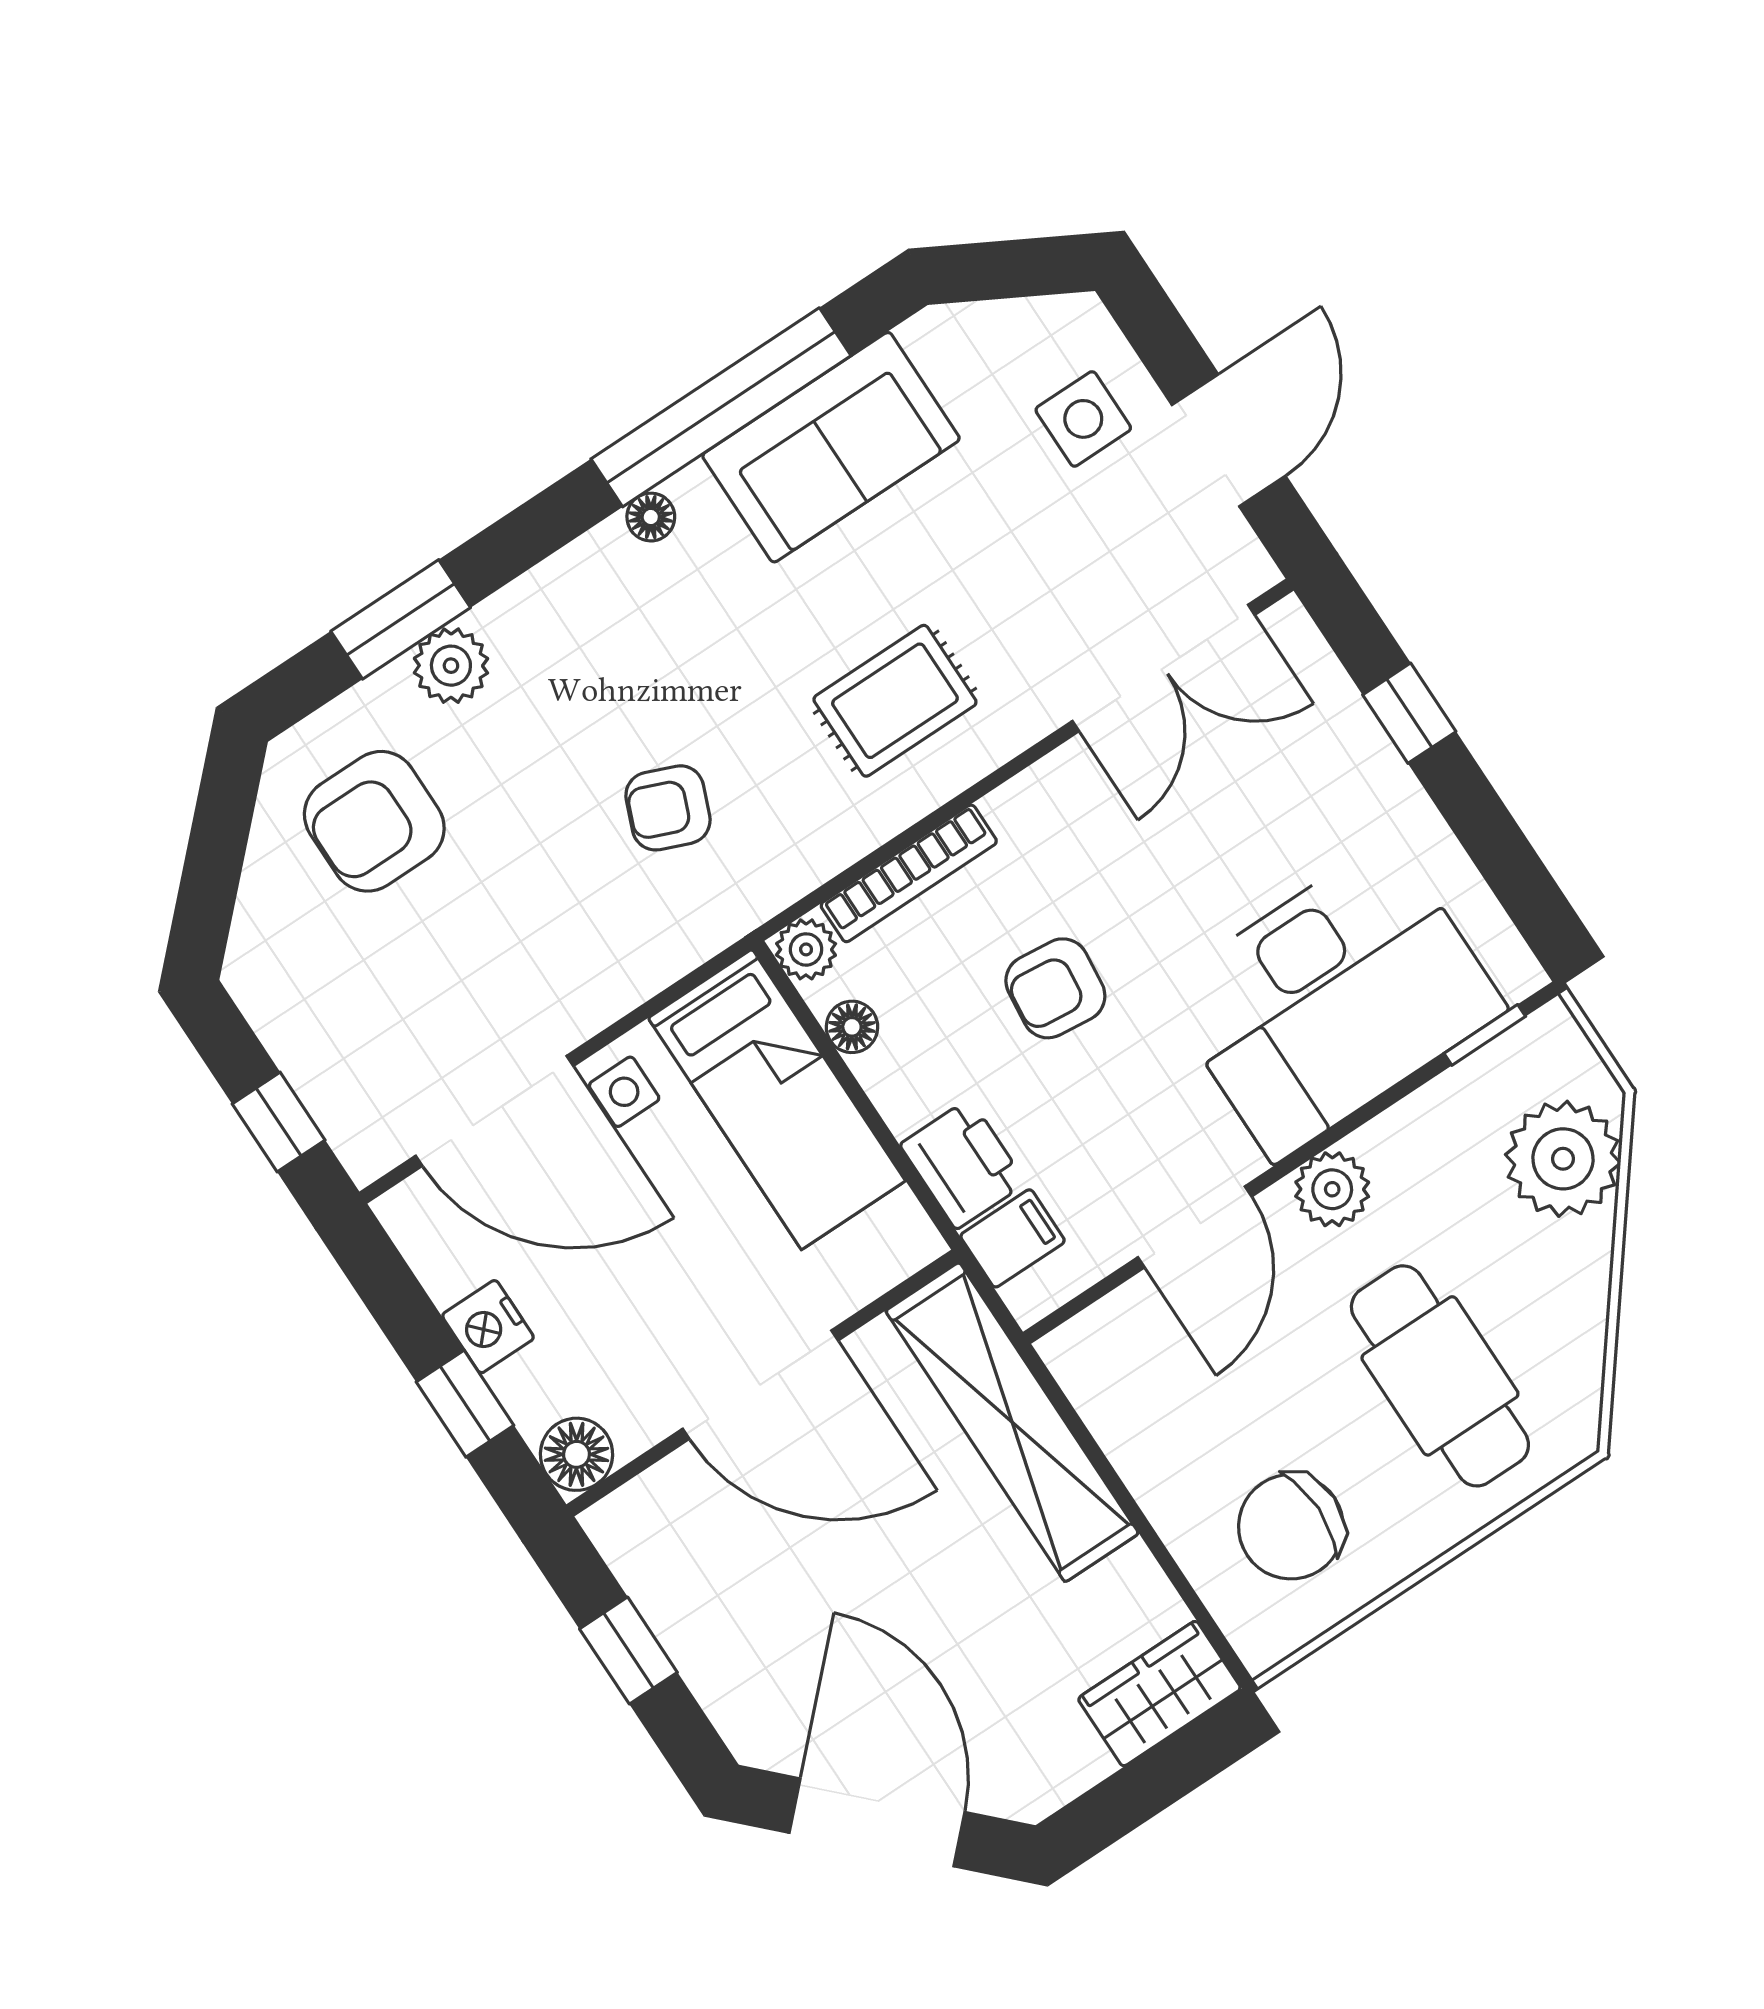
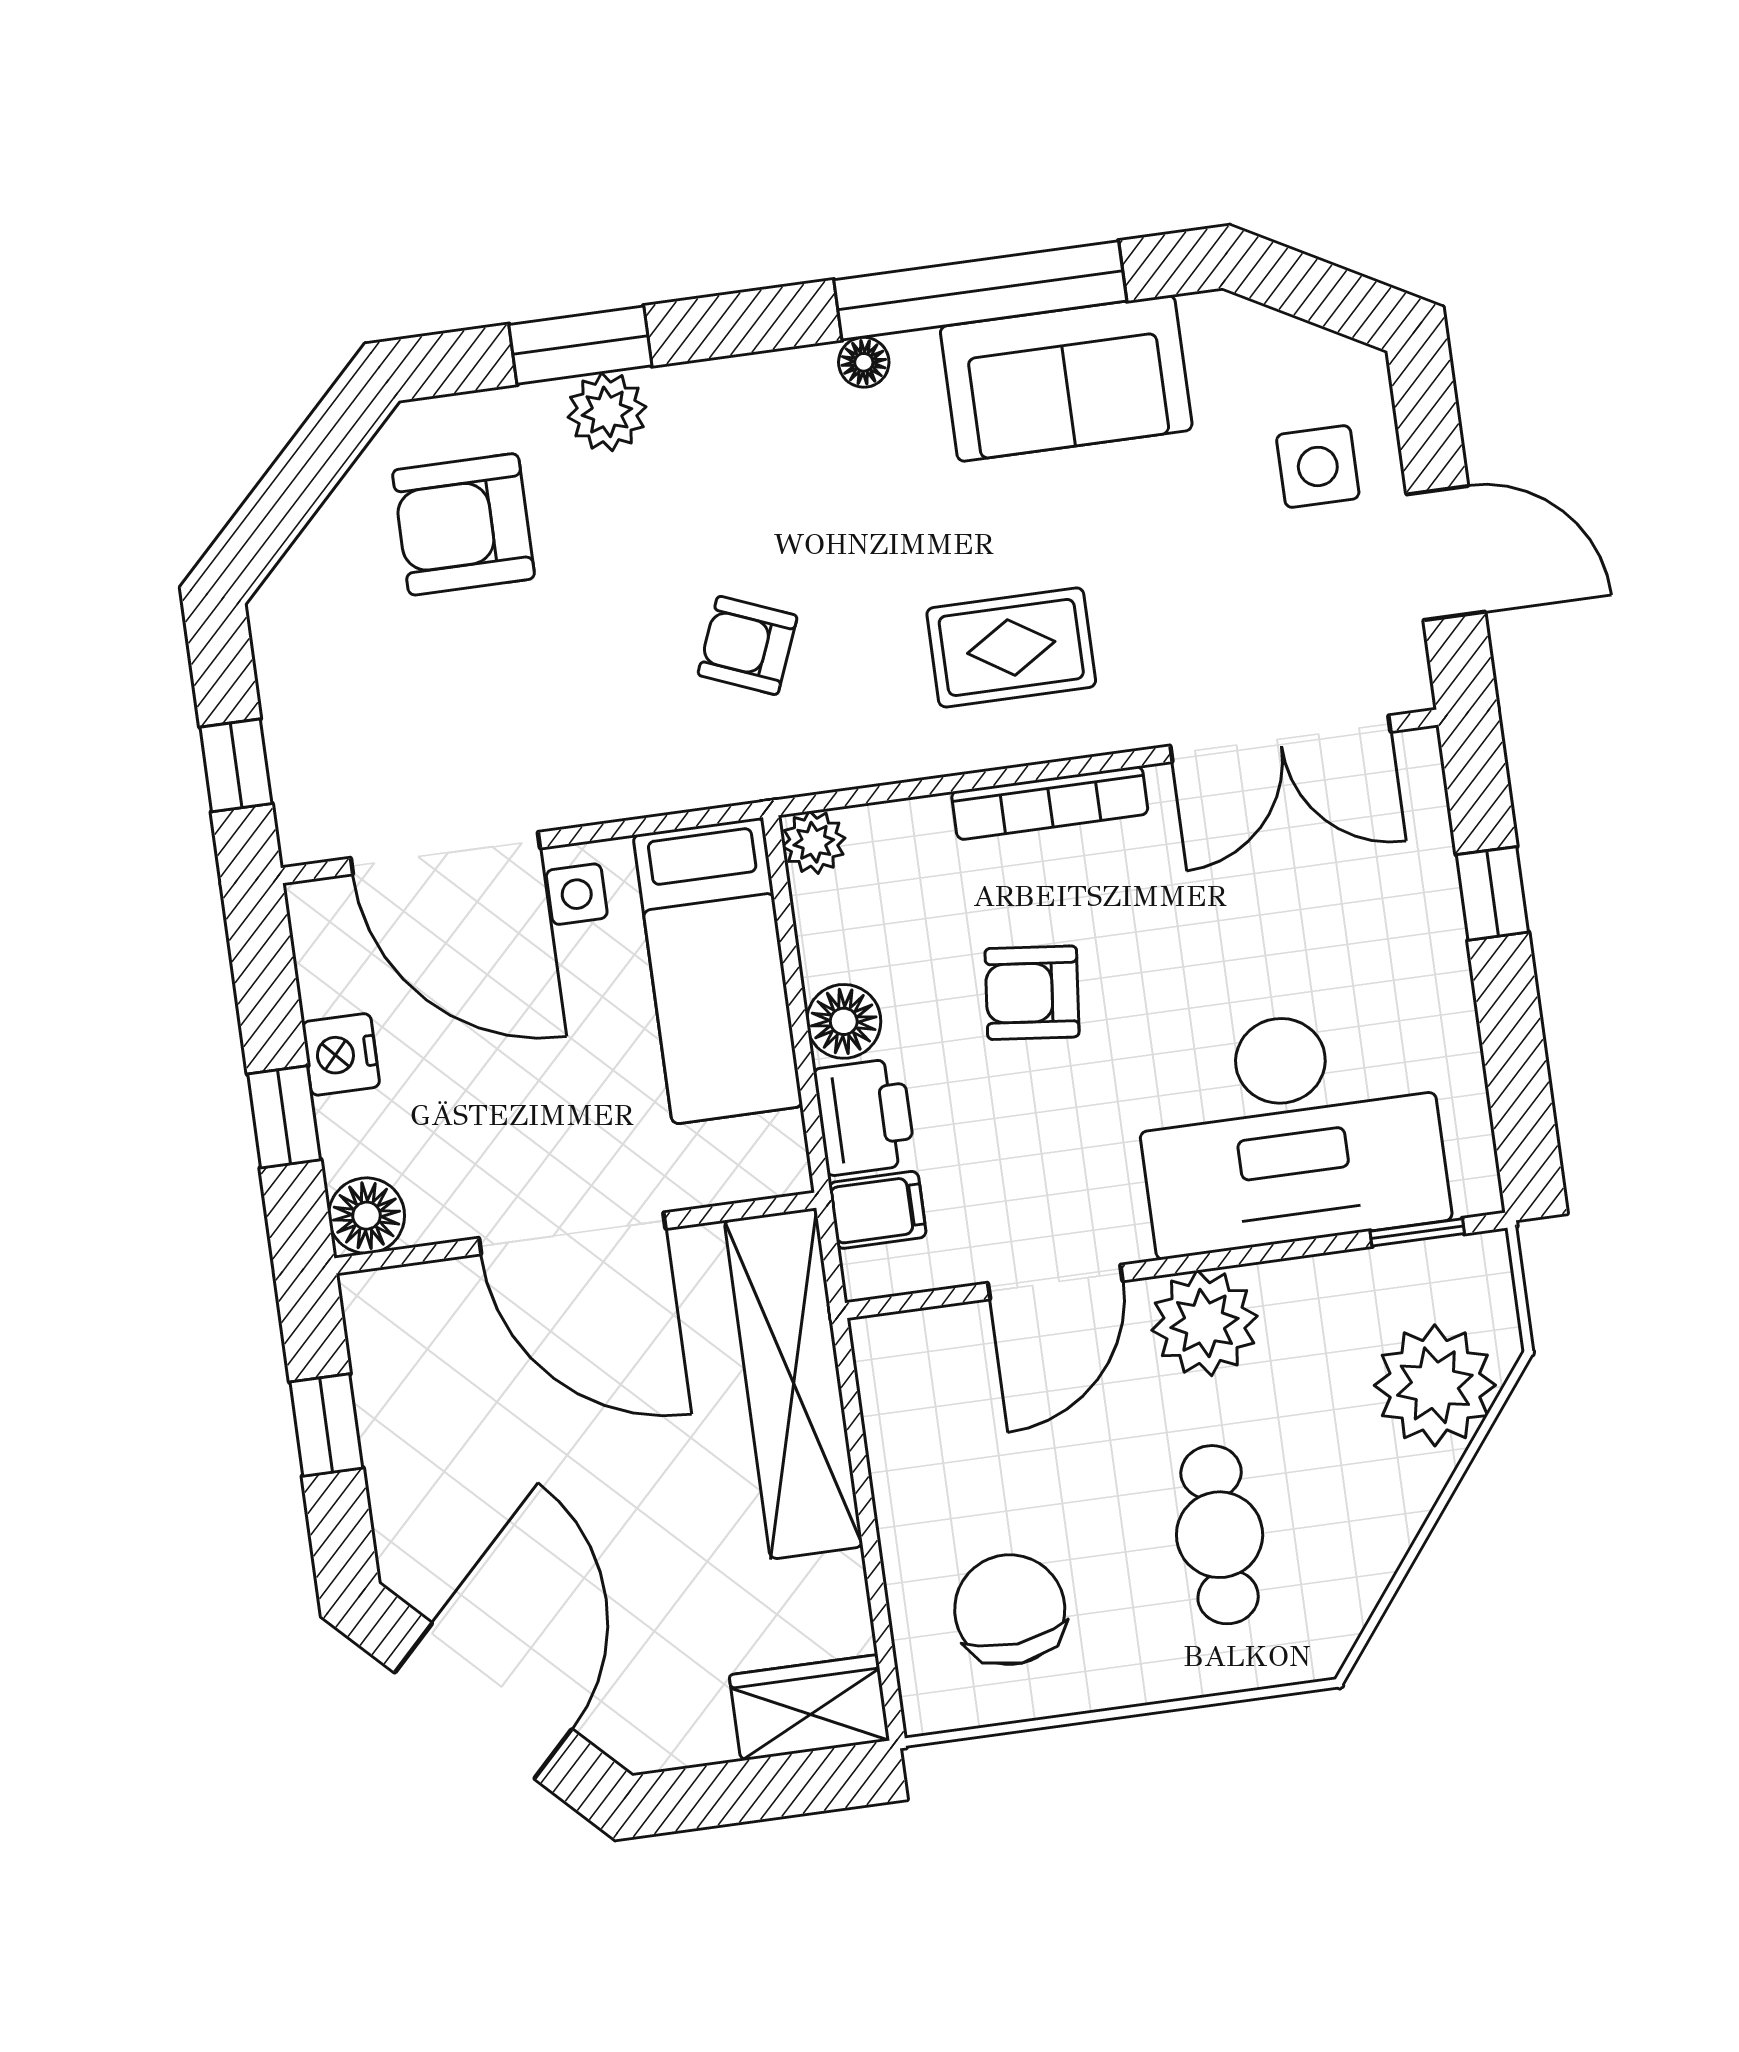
door: (1229, 440) -> (1446, 553), hinge flipped
bookcase: (909, 873) -> (1050, 803), moved
floor lamp: (852, 1027) -> (844, 1021), moved, width x1.37, depth x1.37
plant: (1332, 1189) -> (1204, 1323), width x1.36, depth x1.36
cafe table: (1440, 1376) -> (1220, 1535), width x0.73, depth x0.74
chair: (1291, 1527) -> (1010, 1610), turned 85

